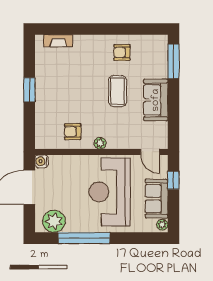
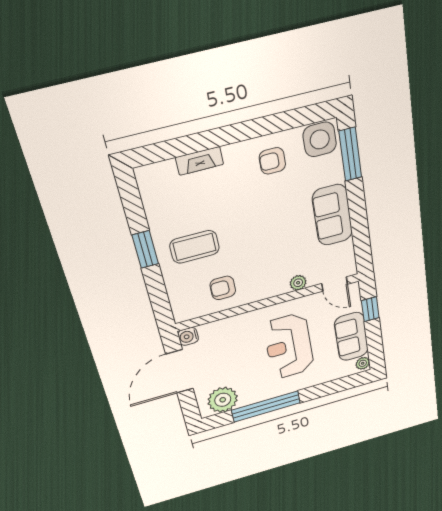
fireplace: (58, 41) -> (200, 161), moved
side table: (155, 46) -> (320, 139), added
coffee table: (118, 91) -> (195, 247), moved, turned 90
plant: (100, 143) -> (298, 283), moved
reception desk: (110, 192) -> (289, 346), width x0.74, depth x0.77

